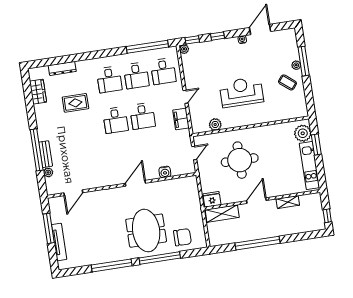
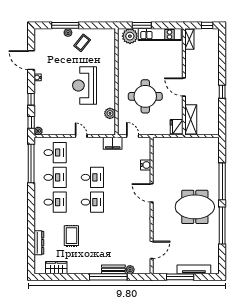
filing cabinet: (181, 119) -> (113, 143), moved
door: (73, 193) -> (152, 250), hinge flipped
shelving: (288, 202) -> (189, 39), moved
meeting table: (146, 231) -> (195, 207), moved
chair: (182, 237) -> (206, 158), removed
window: (257, 243) -> (222, 92), width x0.32

